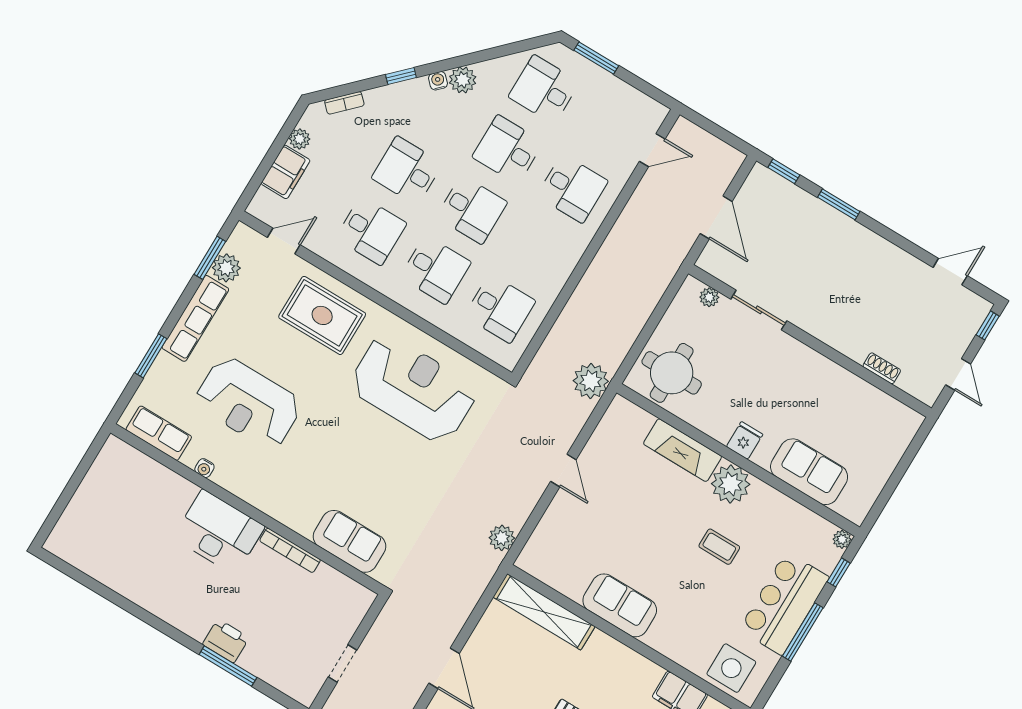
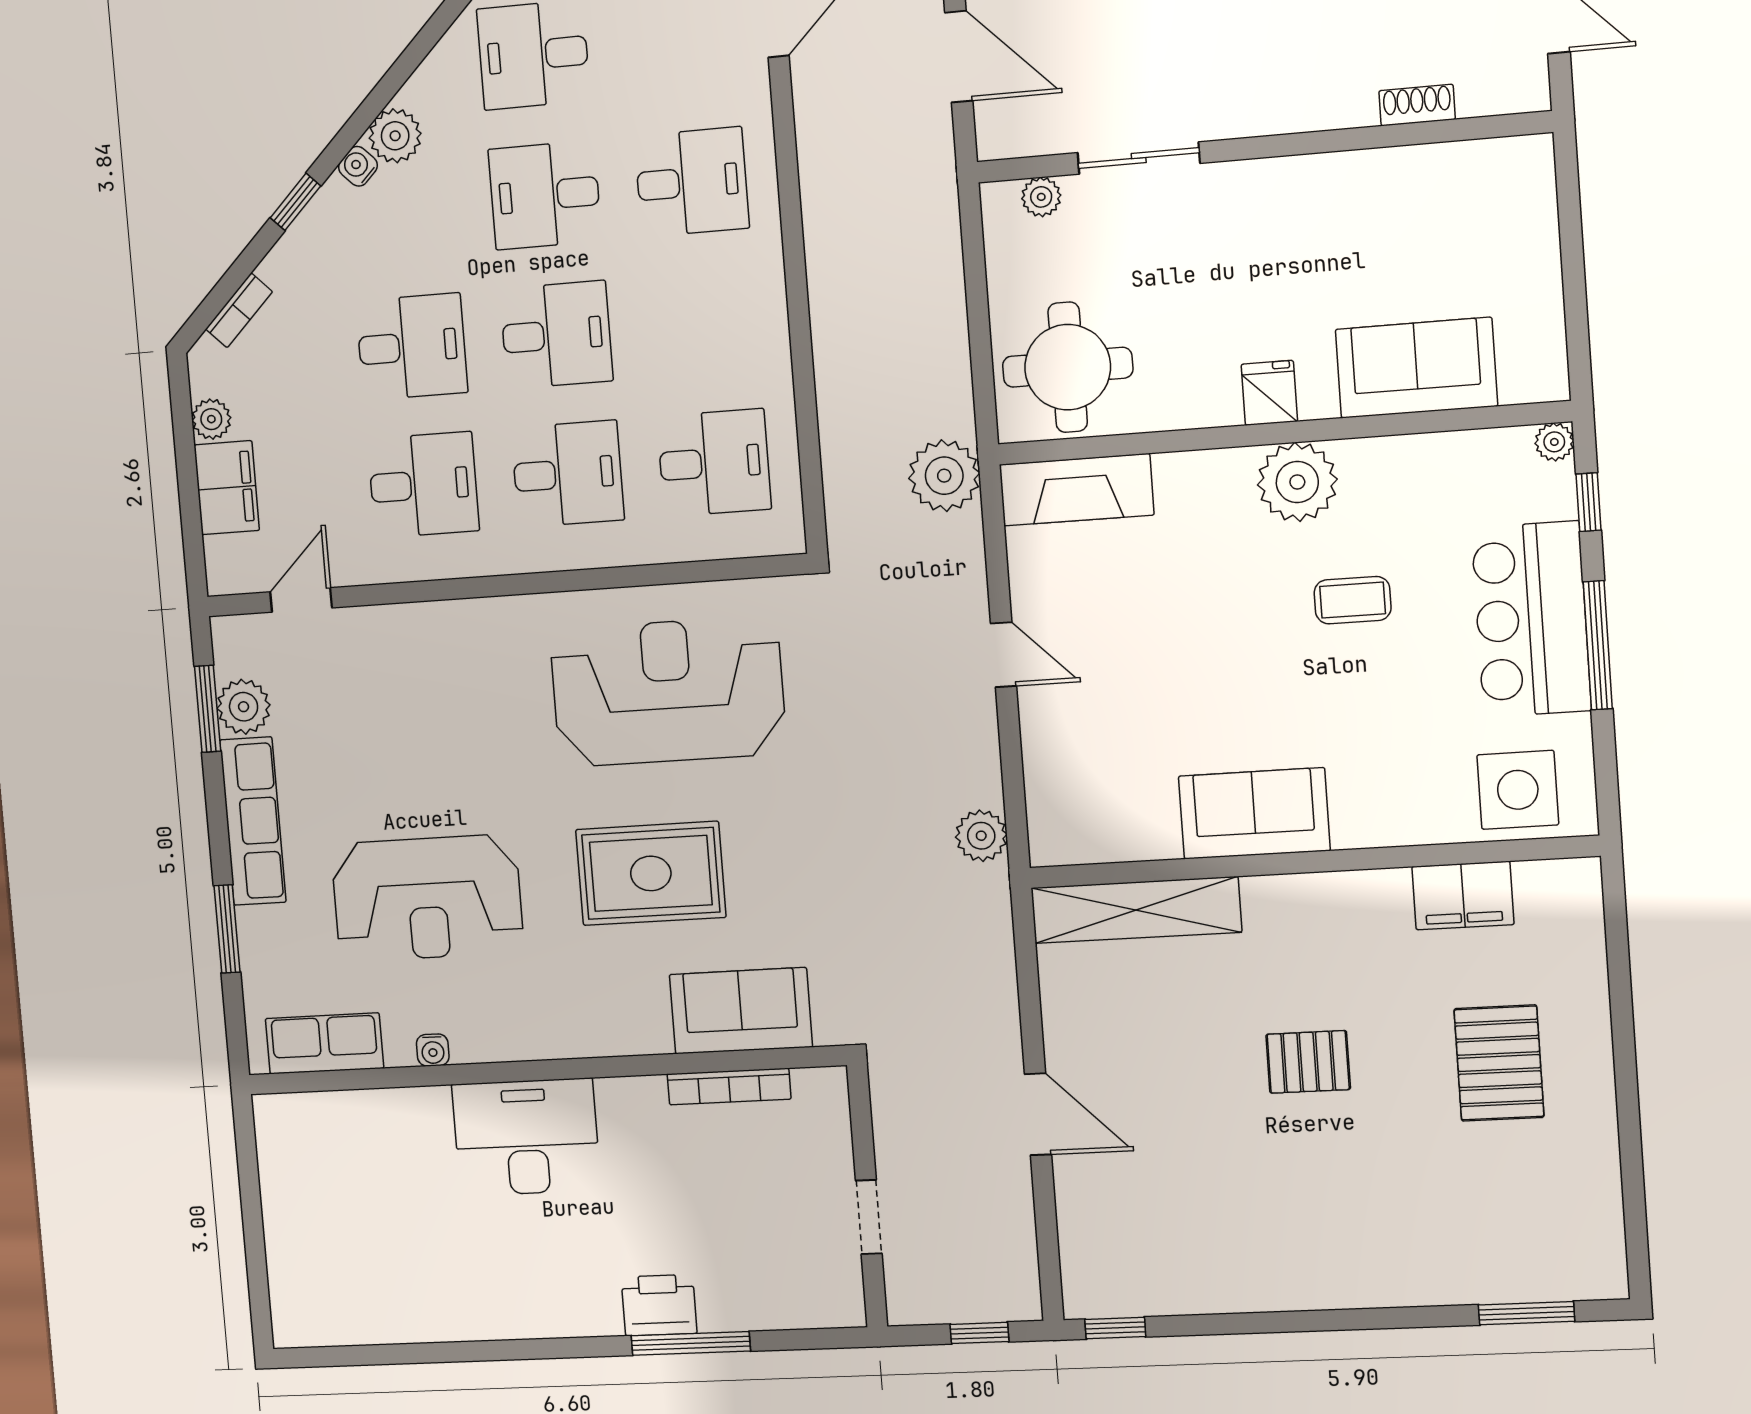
desk: (407, 171) -> (412, 347), turned 180
rug: (322, 315) -> (651, 873), moved
fireplace: (683, 450) -> (1077, 490), moved
bookcase: (290, 550) -> (729, 1087), moved

